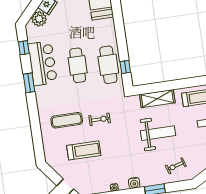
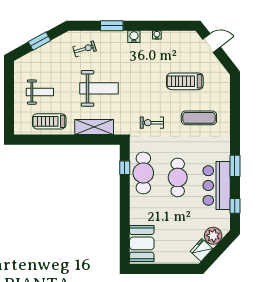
exercise bike: (100, 119) -> (152, 123), moved
weight bench: (158, 133) -> (99, 88), turned 180

